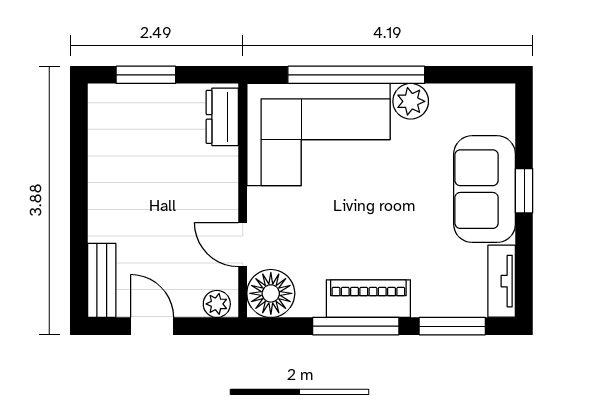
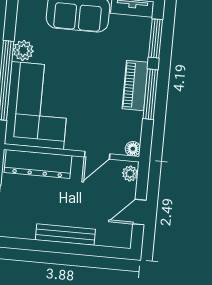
dresser: (222, 117) -> (38, 164), width x1.96, depth x1.24
bench: (102, 280) -> (65, 235), moved, width x1.36
floor lamp: (271, 293) -> (133, 149), width x0.53, depth x0.53

